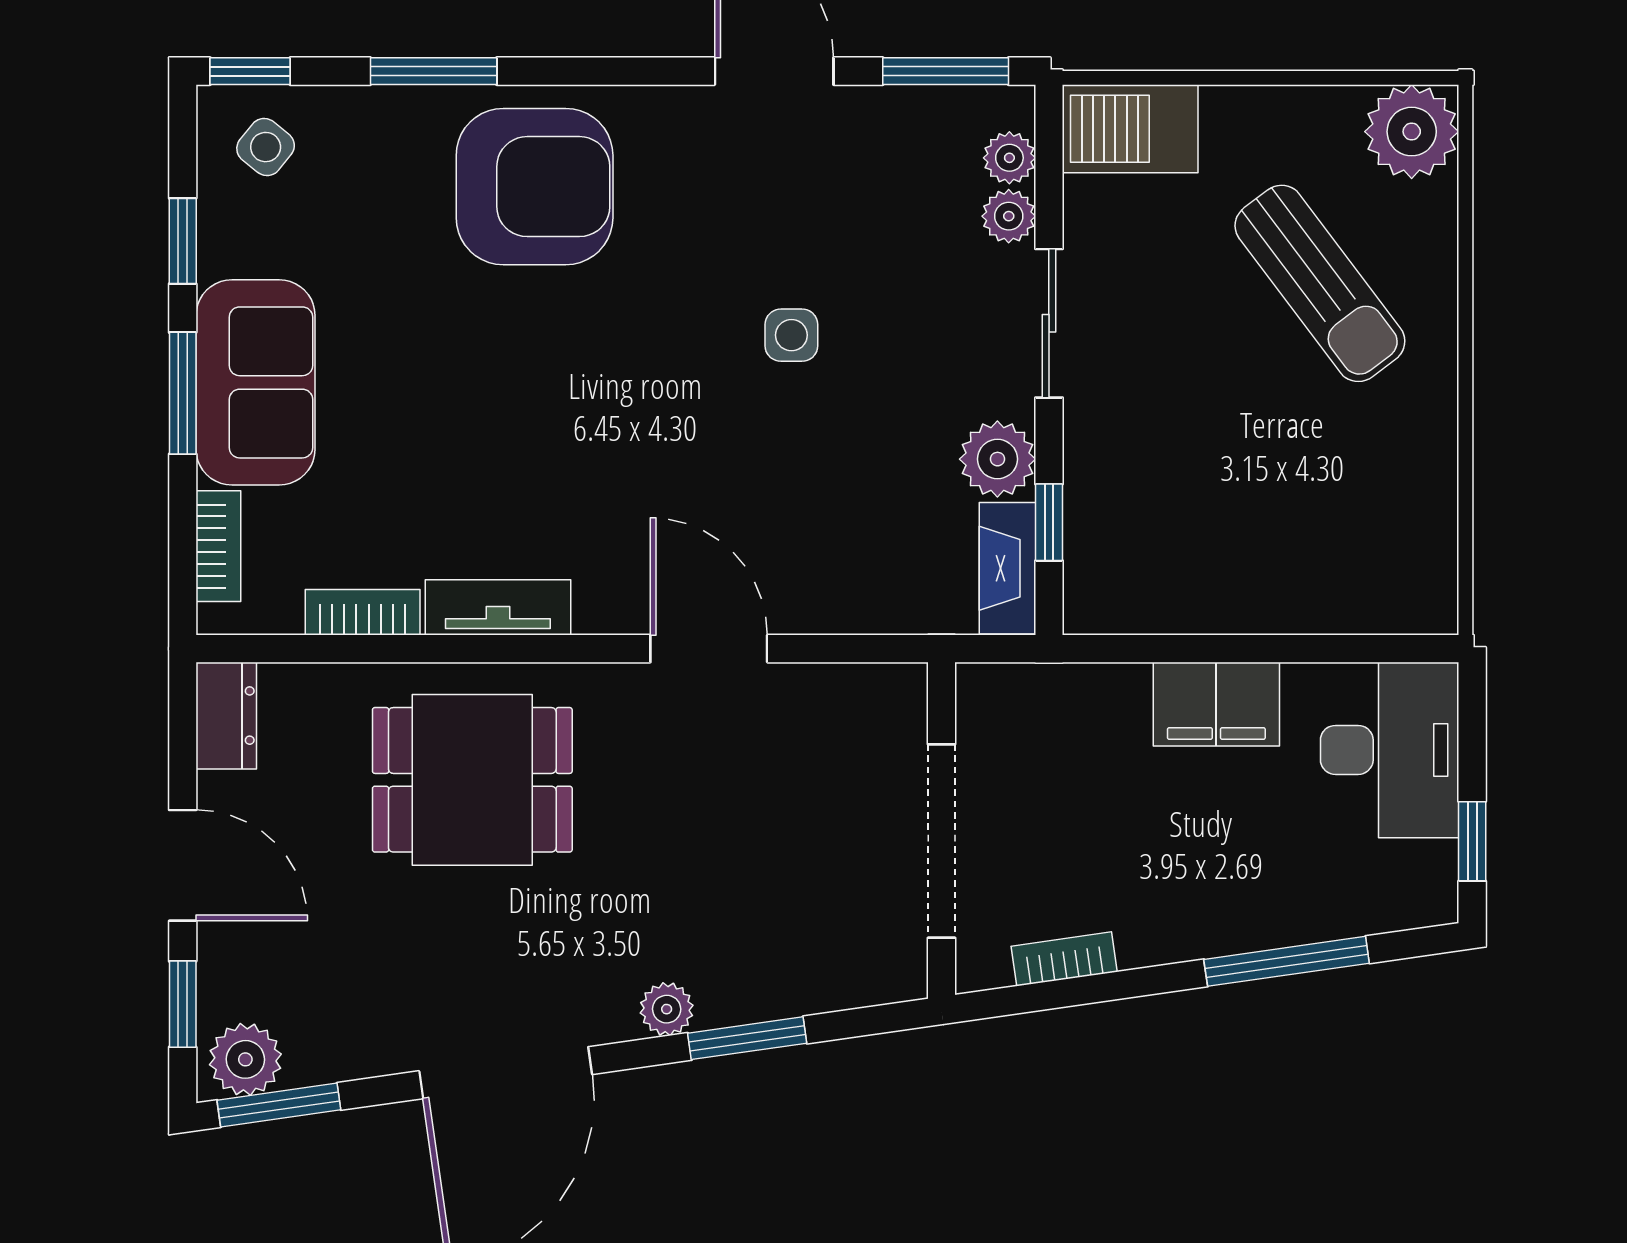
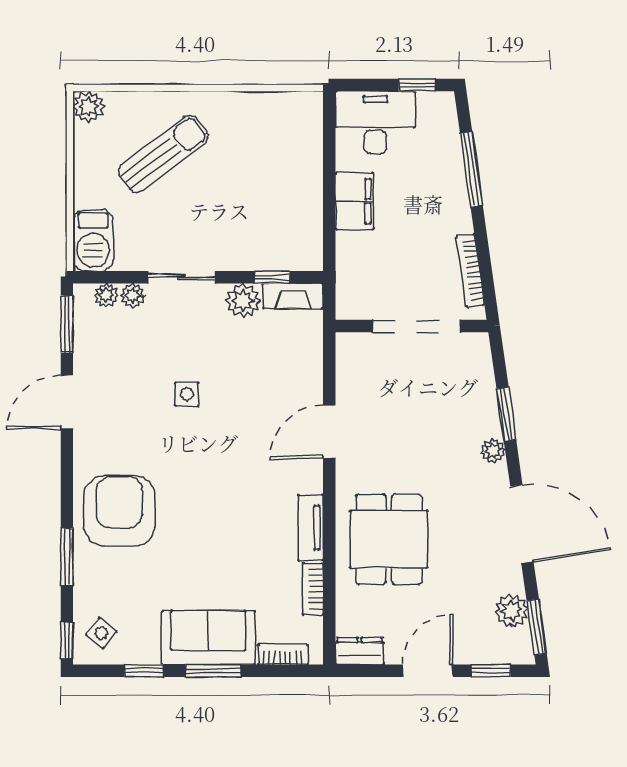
plant: (1412, 132) -> (89, 107), width x0.73, depth x0.73
bookcase: (1064, 959) -> (470, 270), width x1.56
plant: (245, 1059) -> (511, 611), moved

